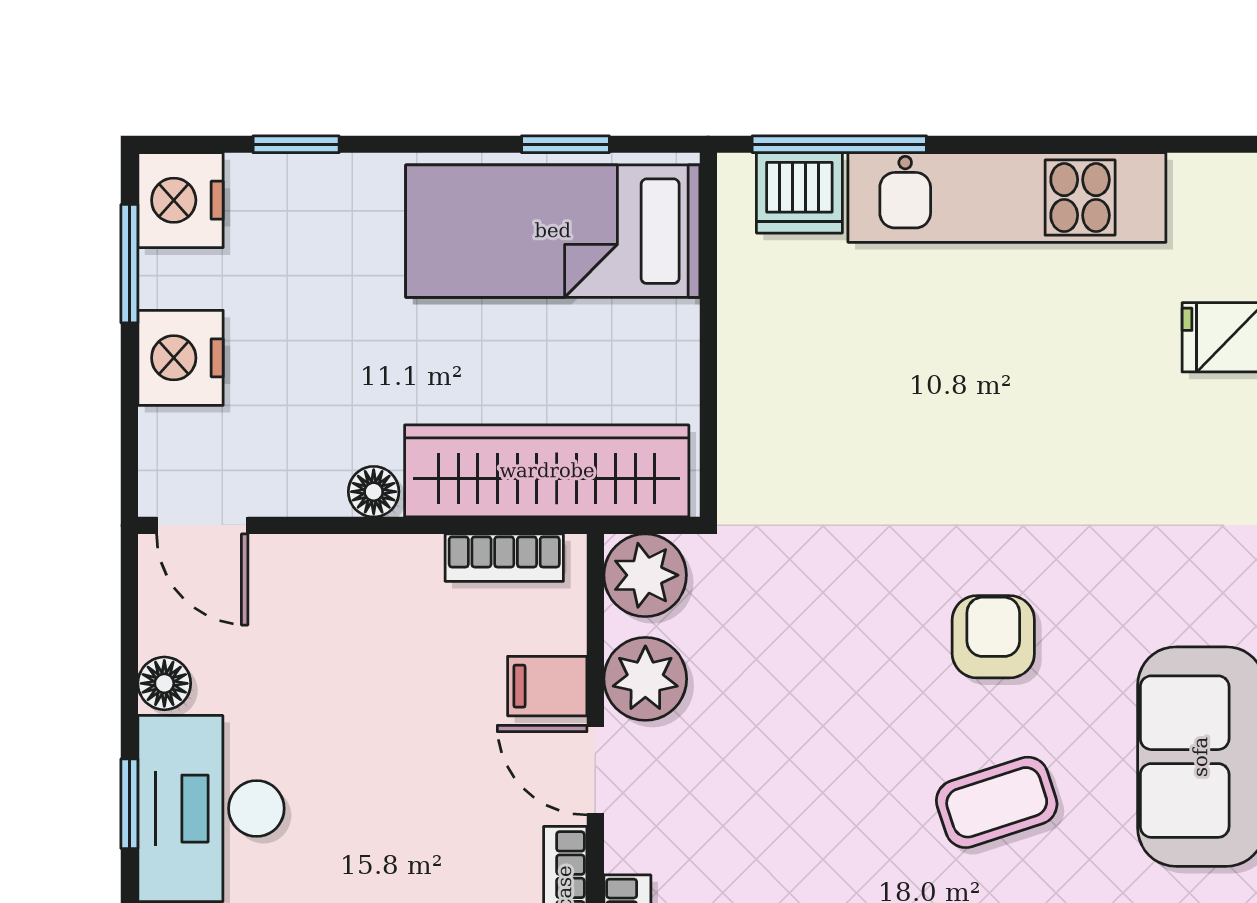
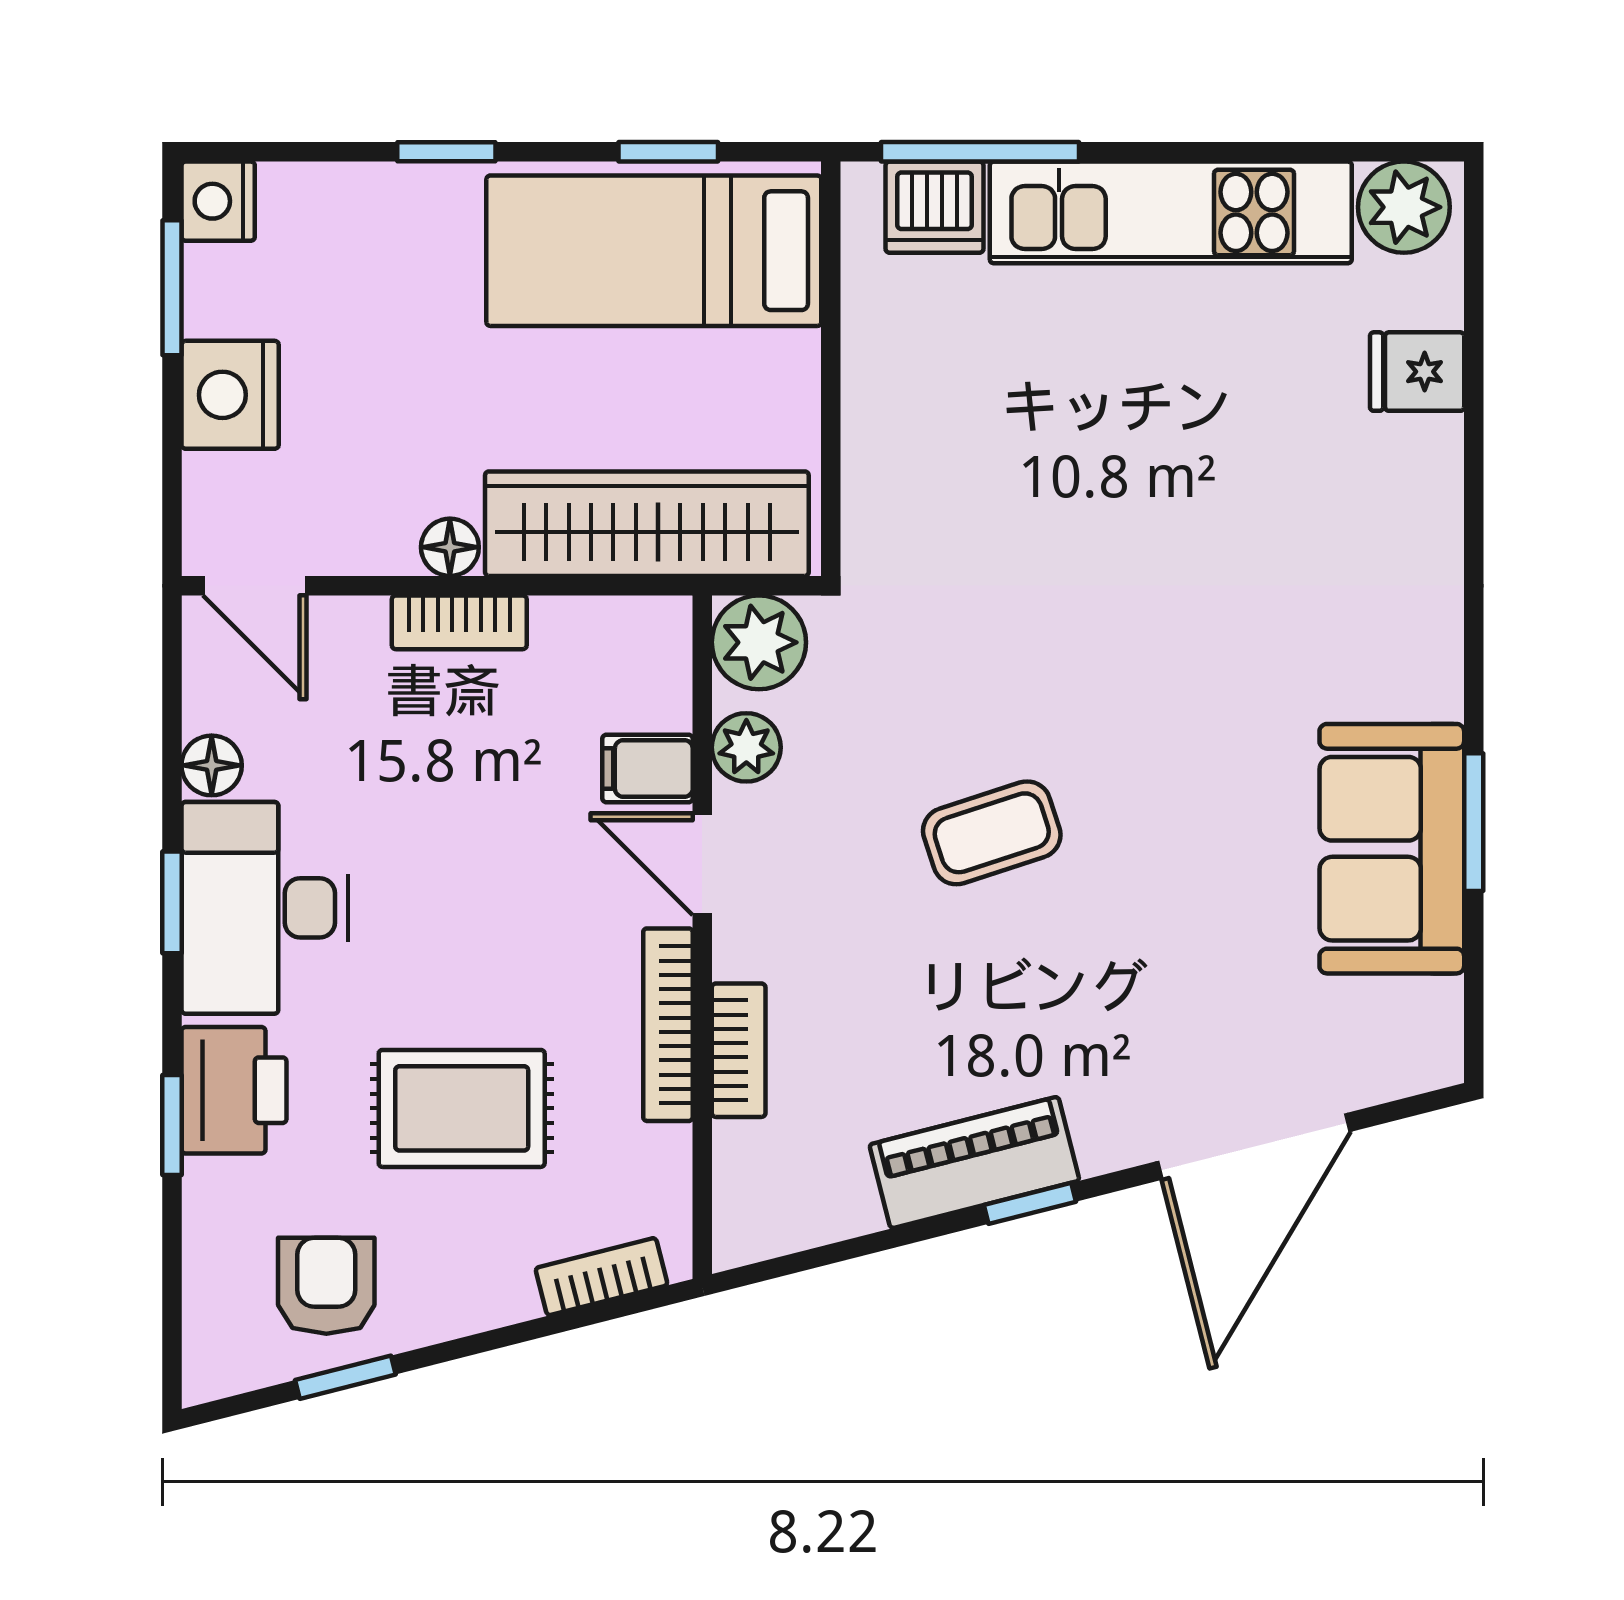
window: (296, 144) -> (446, 152), moved
plant: (1212, 193) -> (1404, 207), added
nightstand: (180, 200) -> (218, 201), width x0.74, depth x0.75
bookcase: (504, 558) -> (459, 622), moved
armchair: (993, 637) -> (1155, 712), removed
plant: (645, 679) -> (746, 747), width x0.73, depth x0.73
coffee table: (997, 802) -> (992, 833), moved

